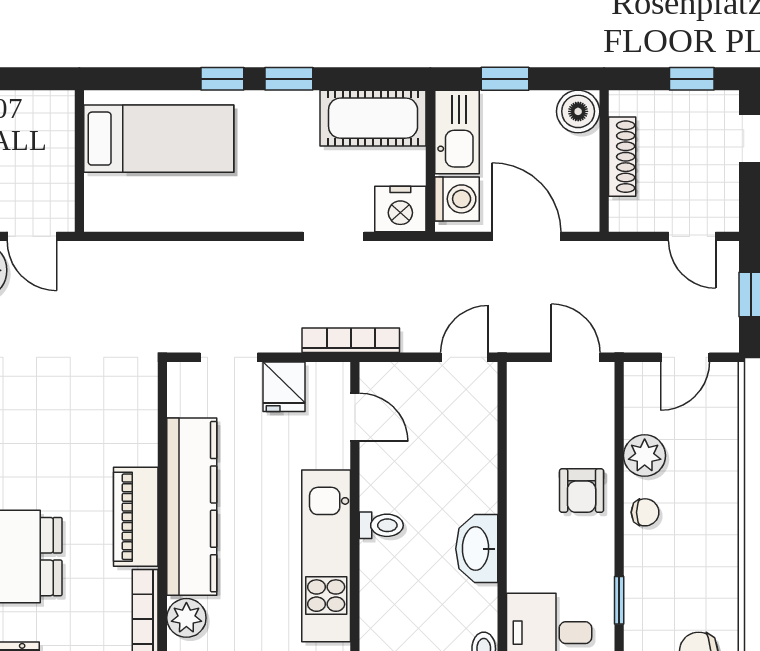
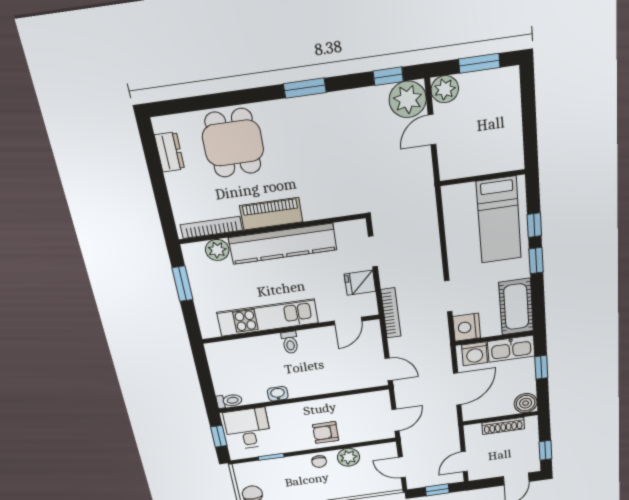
bed: (159, 139) -> (499, 220), moved
wall: (79, 161) -> (482, 178), moved
washbasin: (477, 549) -> (278, 394), width x0.52, depth x0.69

